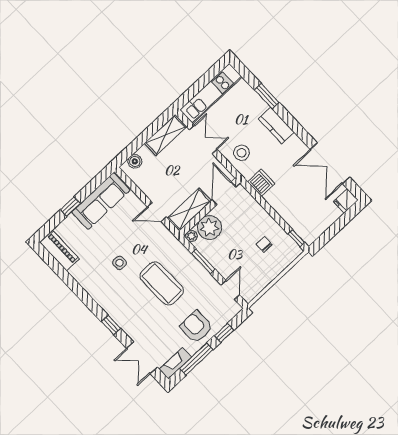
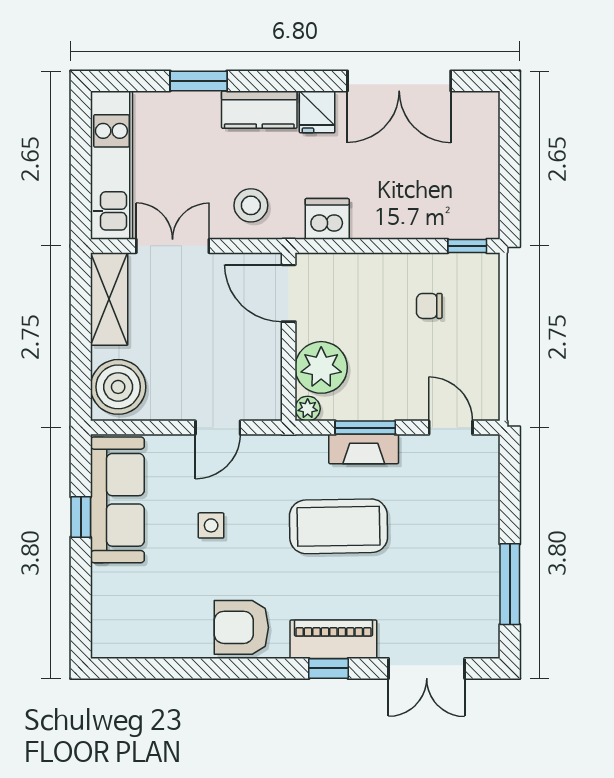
boiler: (135, 161) -> (118, 387), width x1.86, depth x1.86
fridge: (346, 201) -> (317, 112), moved
window: (70, 206) -> (81, 517), moved
shelving: (189, 210) -> (263, 373), removed
piano: (59, 251) -> (333, 639), moved
side table: (119, 263) -> (211, 525), moved
armchair: (196, 327) -> (241, 627), moved
window: (224, 333) -> (510, 501), removed
fireplace: (175, 363) -> (364, 449), moved, turned -90

